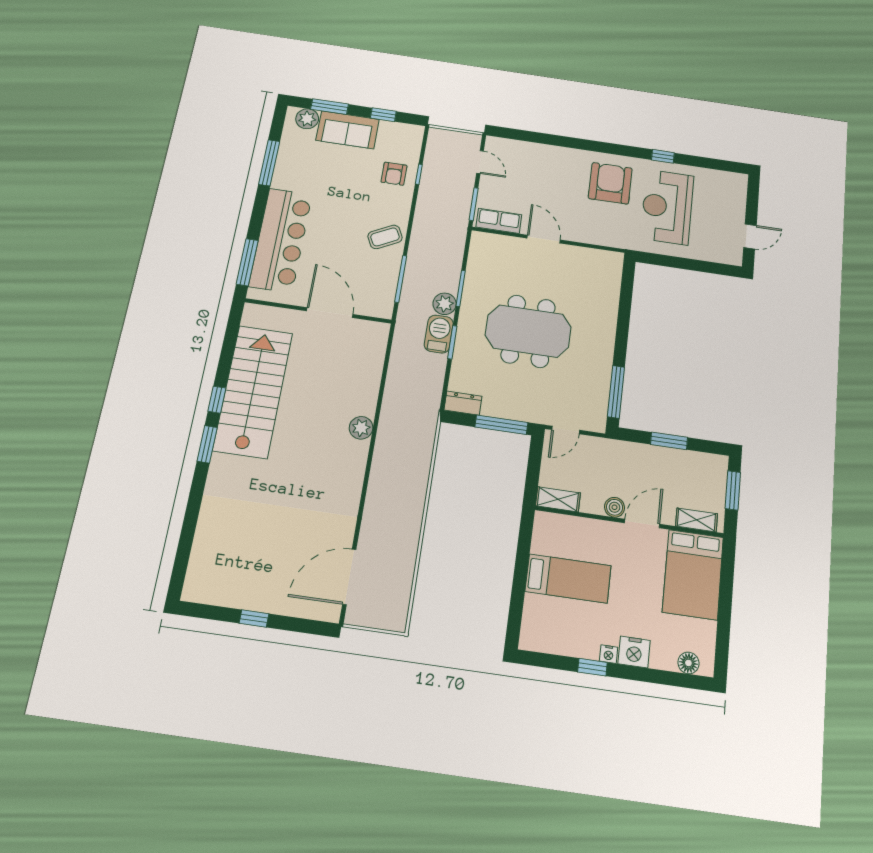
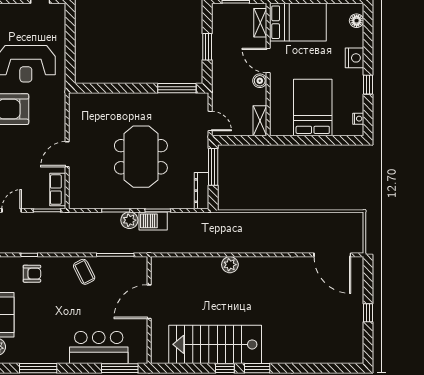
bar counter: (281, 240) -> (99, 348), width x0.73
dresser: (463, 403) -> (201, 191), width x1.44
bed: (568, 579) -> (313, 108), width x1.50
nightstand: (609, 654) -> (358, 119), moved

